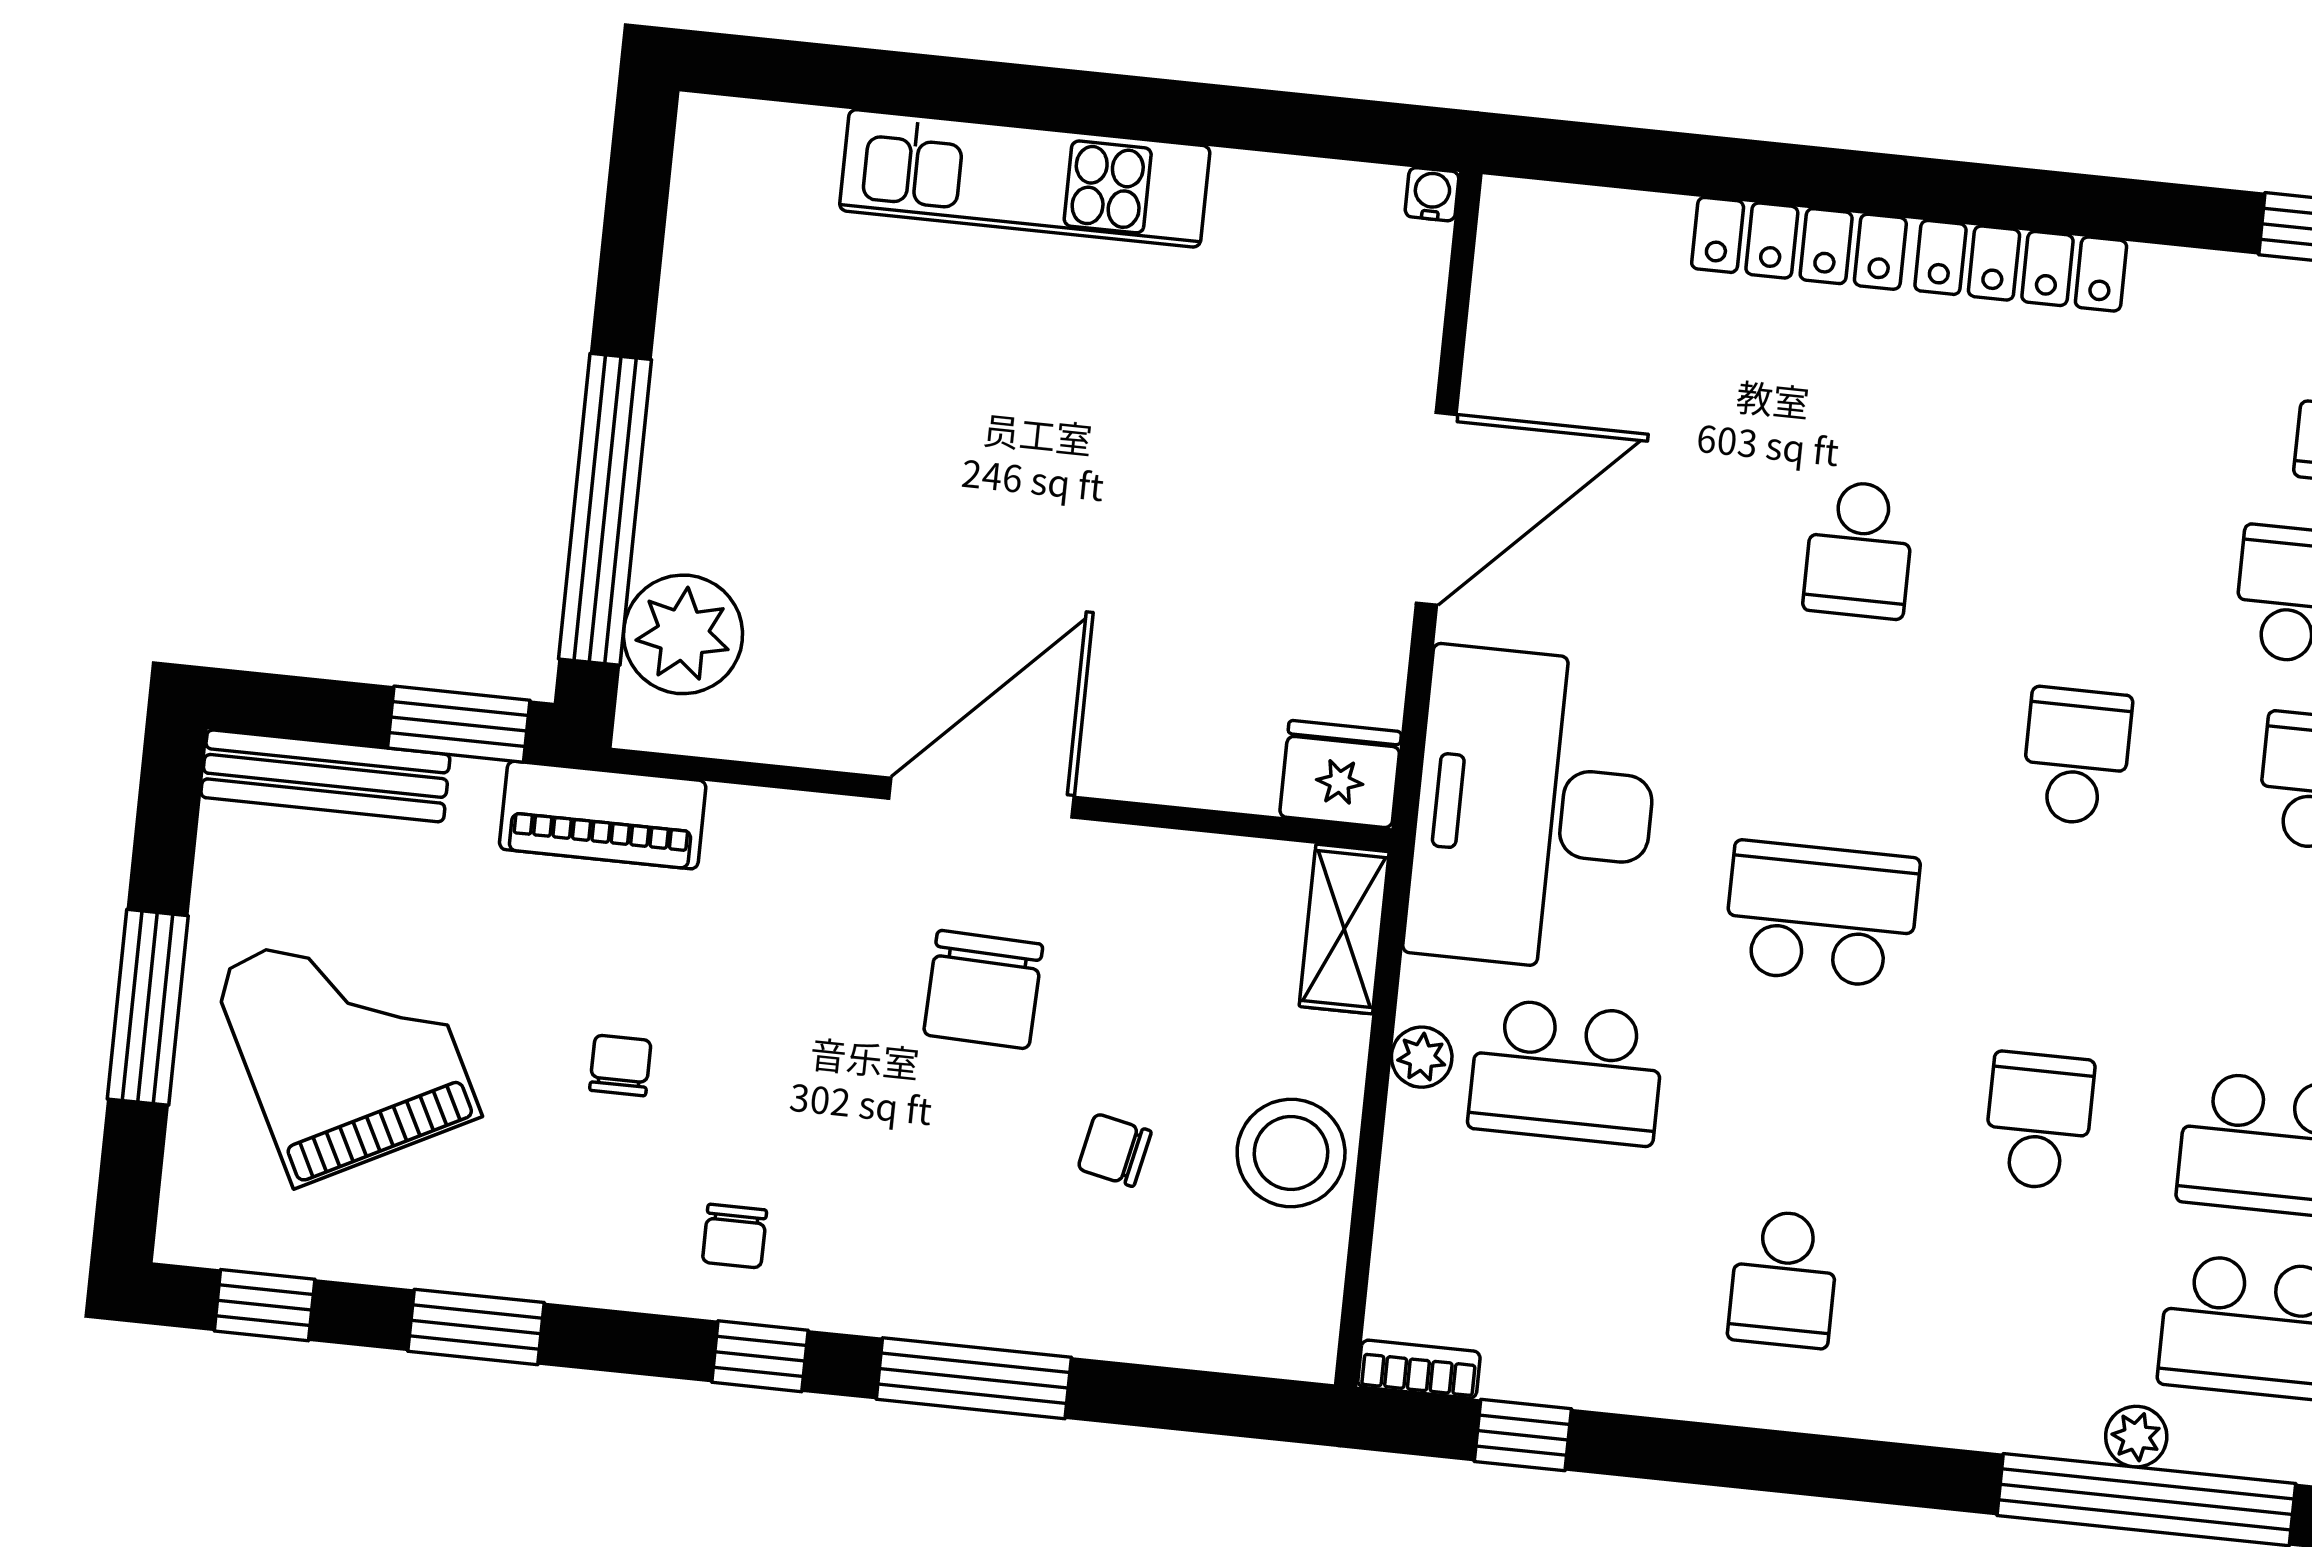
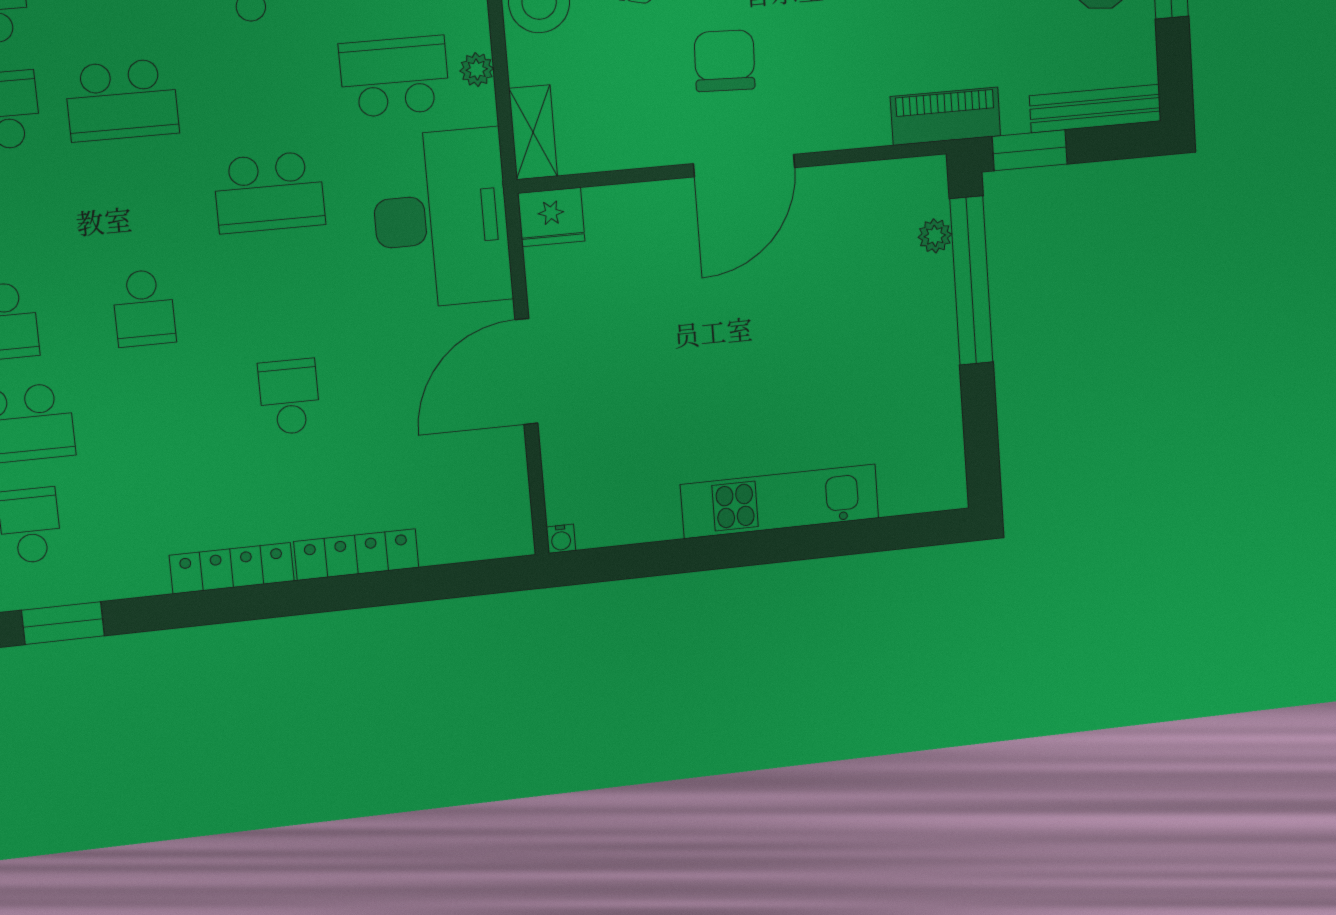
plant: (683, 634) -> (935, 236), width x0.53, depth x0.53
school desk: (2039, 1121) -> (122, 100), width x1.85

